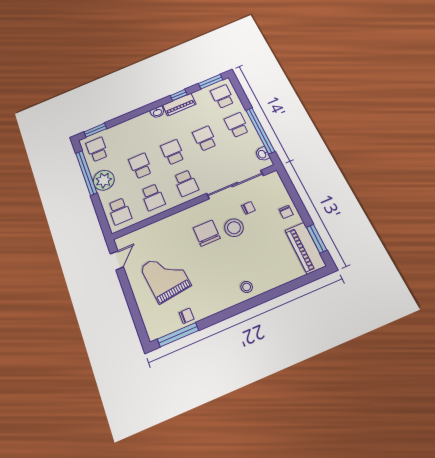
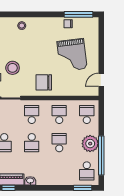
school desk: (140, 166) -> (59, 143), turned 180
chair: (207, 233) -> (44, 82), moved, turned 90

